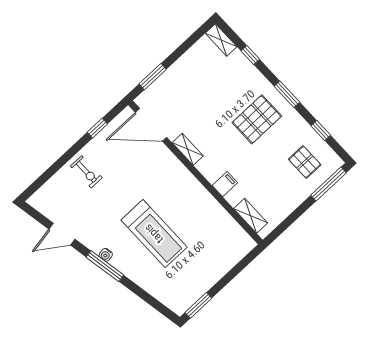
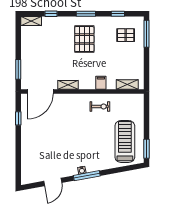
exercise bike: (86, 172) -> (100, 106), moved
treadmill: (154, 234) -> (125, 141), moved, turned -90

